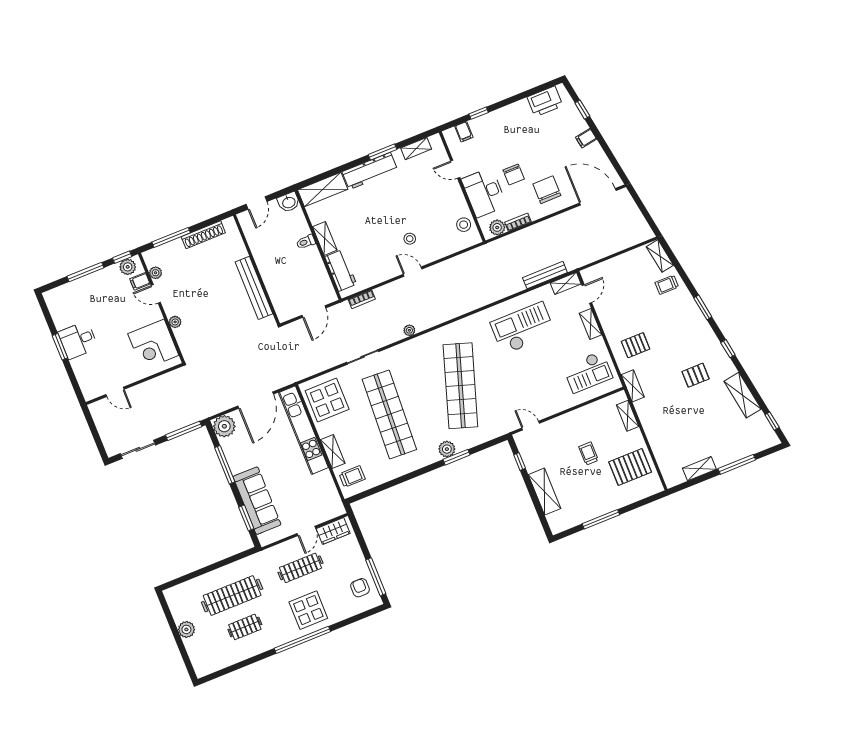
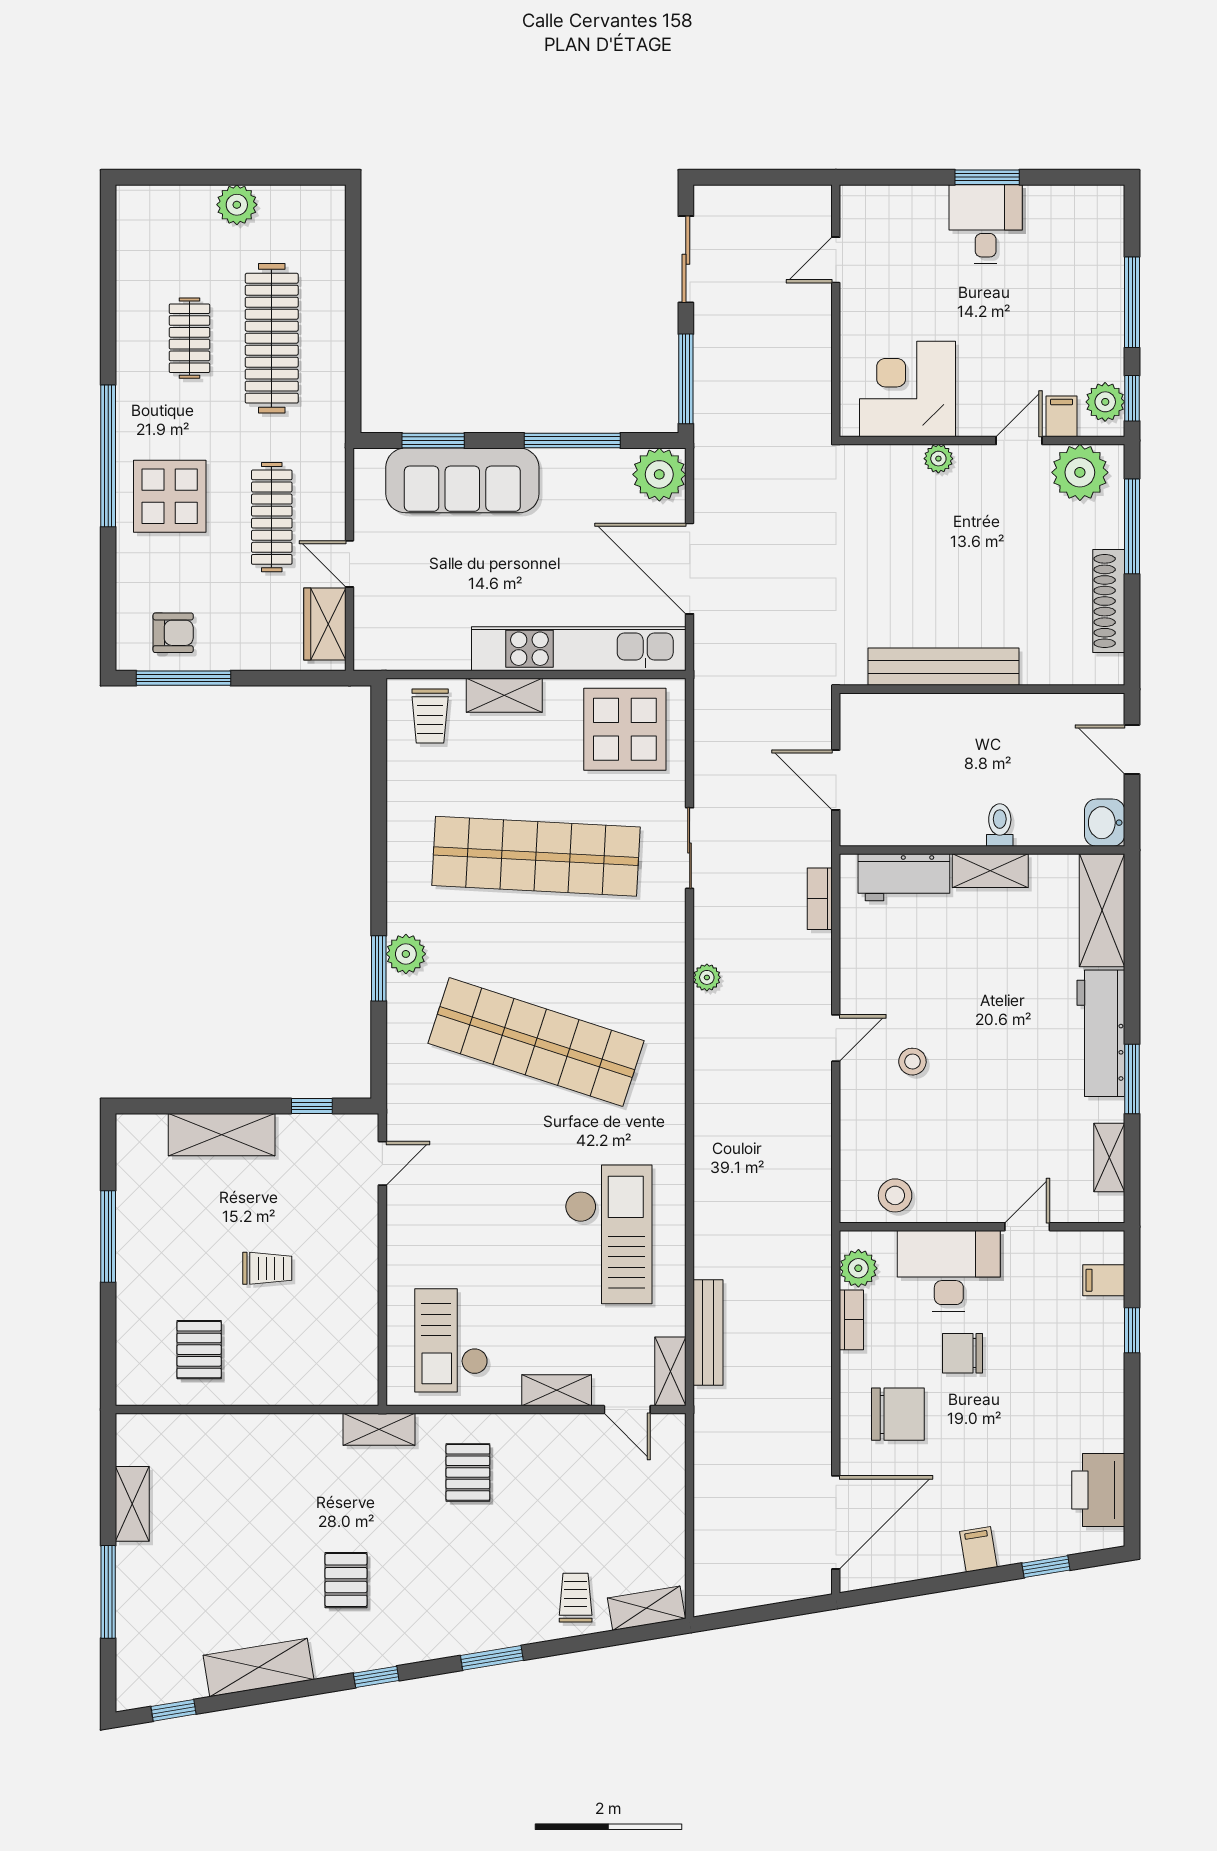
plant: (156, 273) -> (1080, 472), width x1.88, depth x1.88
shelving: (628, 416) -> (317, 1390), removed
pallet: (630, 467) -> (199, 1350), width x0.67, depth x0.71

